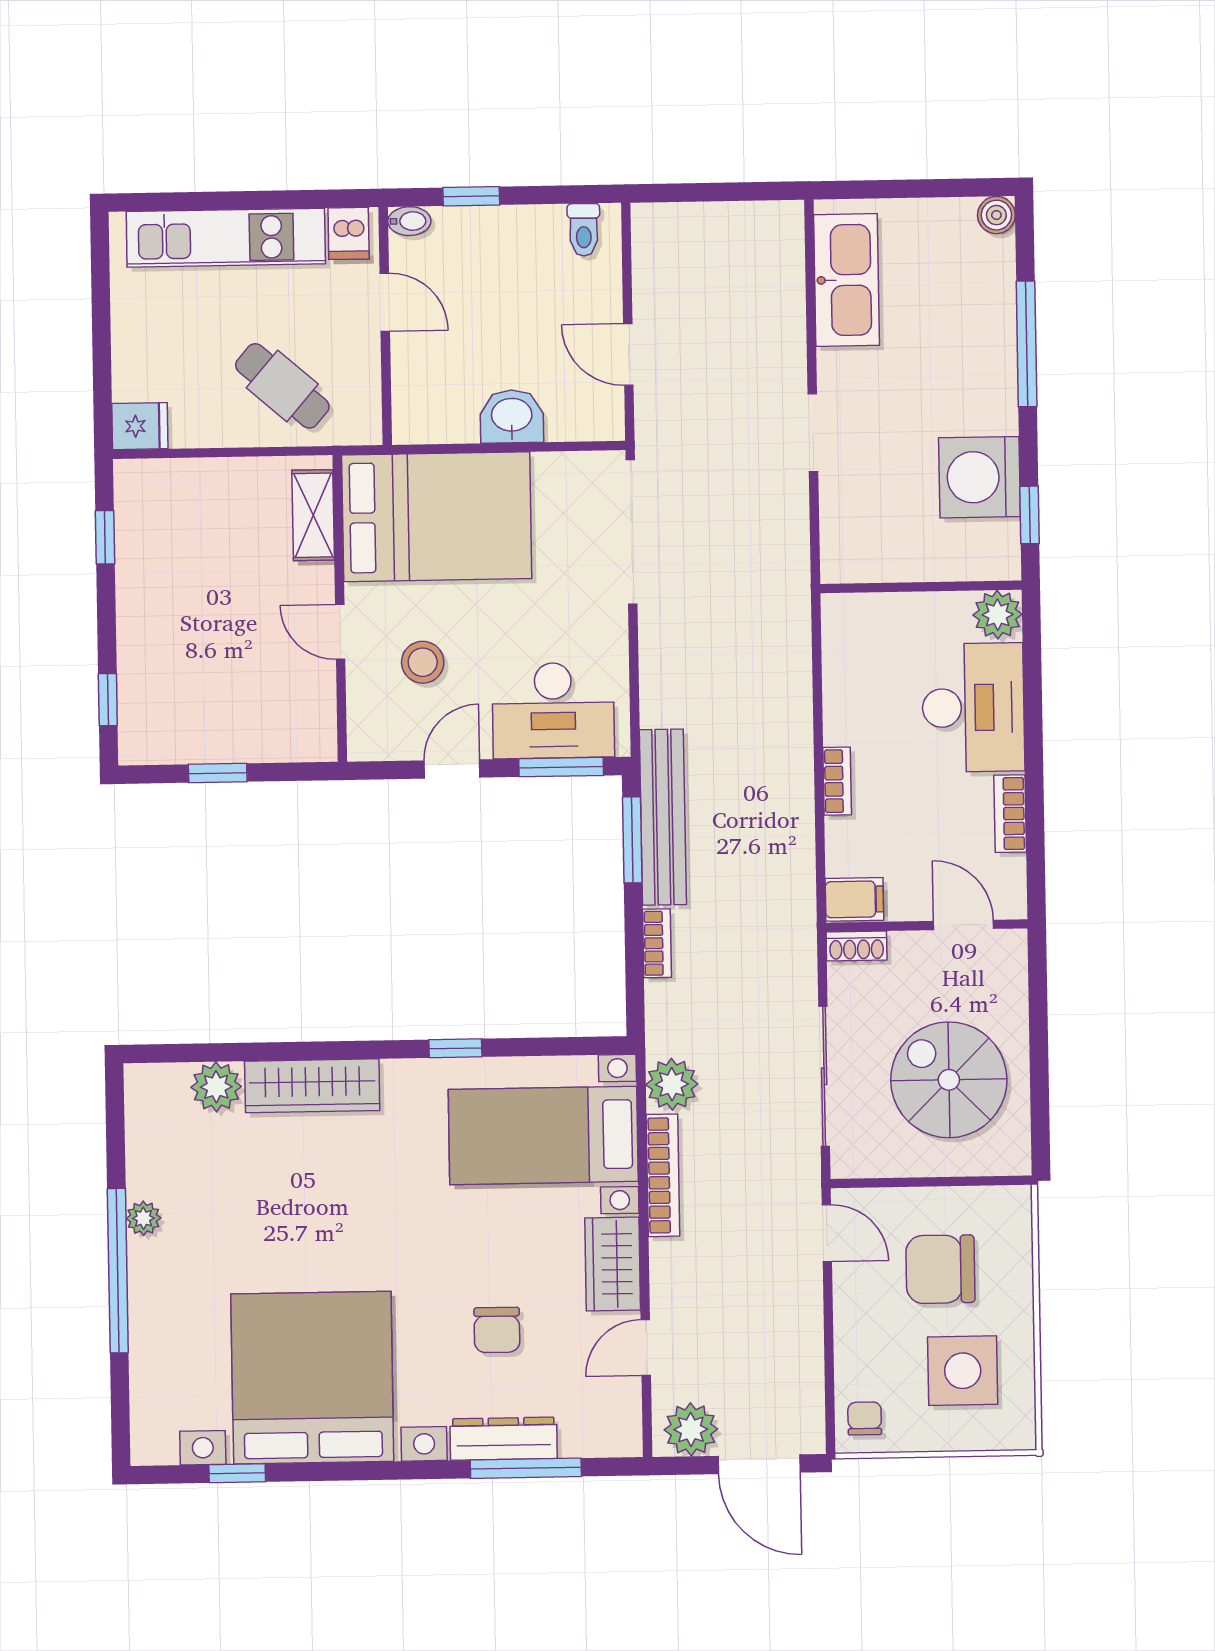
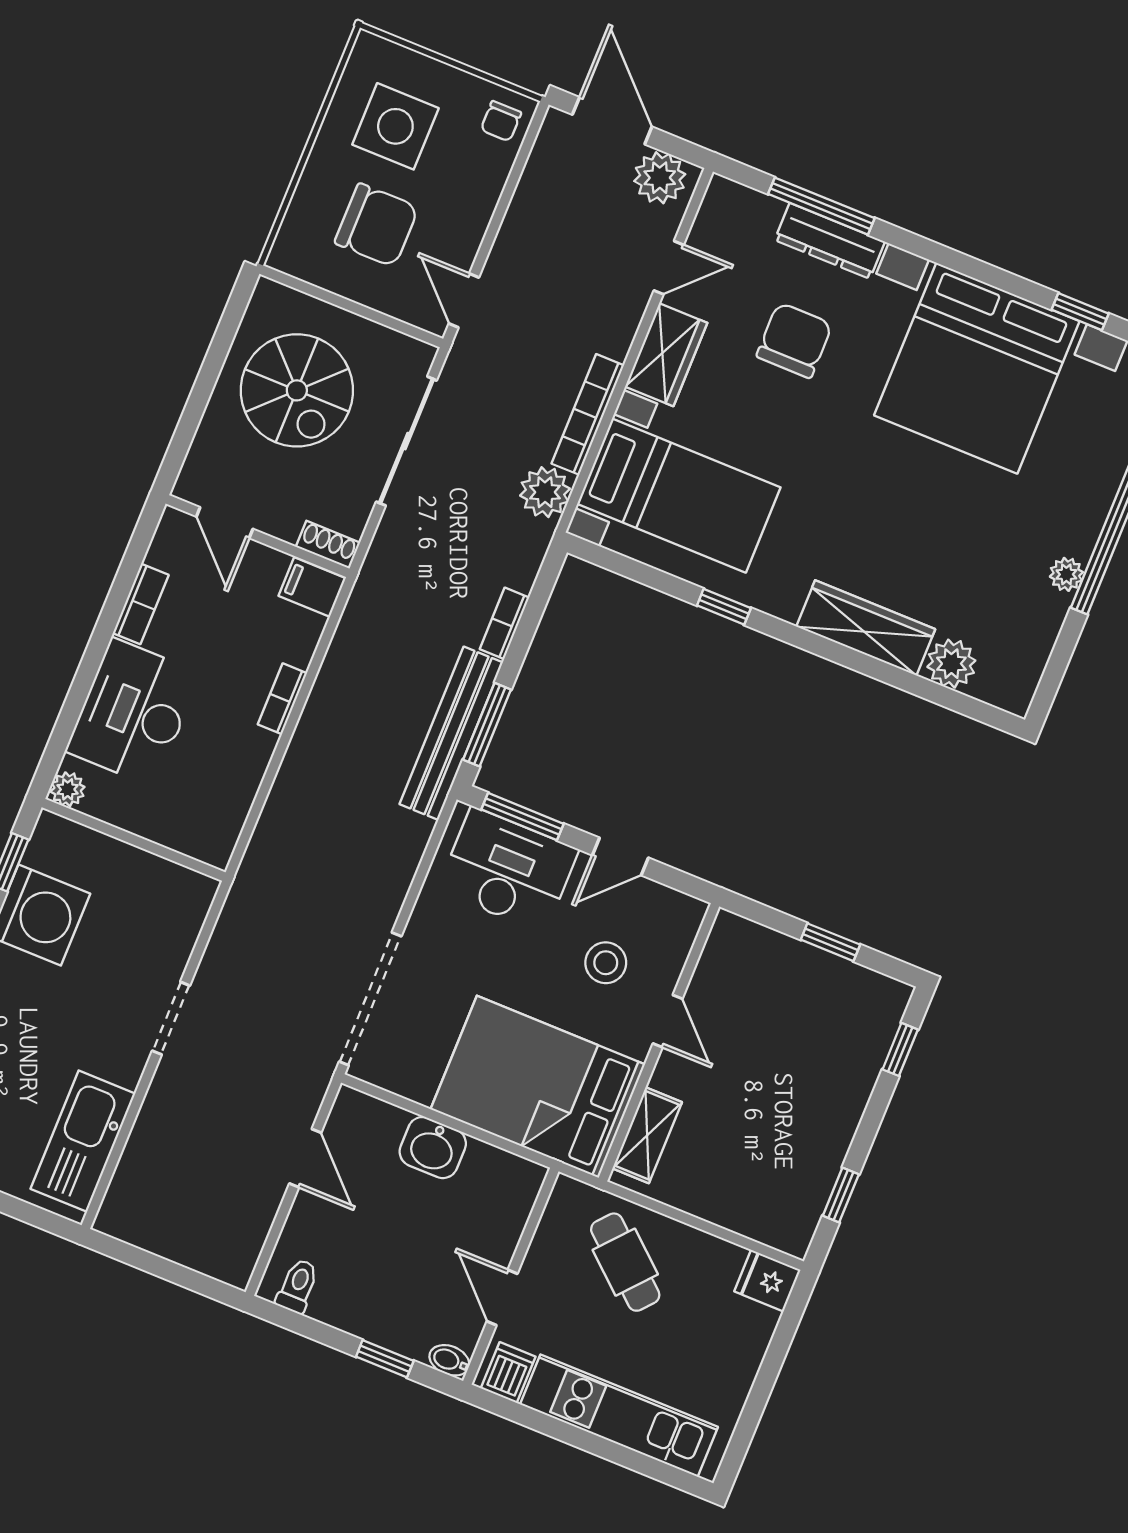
plant: (998, 615) -> (68, 789), width x0.73, depth x0.73
chair: (497, 1330) -> (794, 340), width x1.37, depth x1.37

